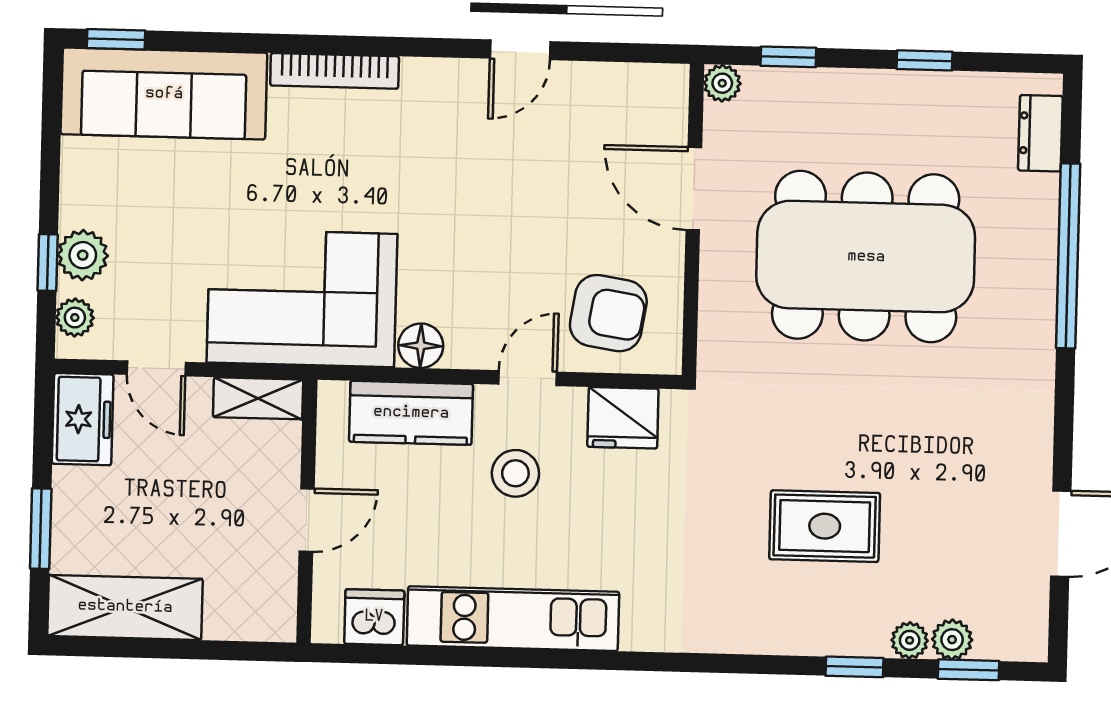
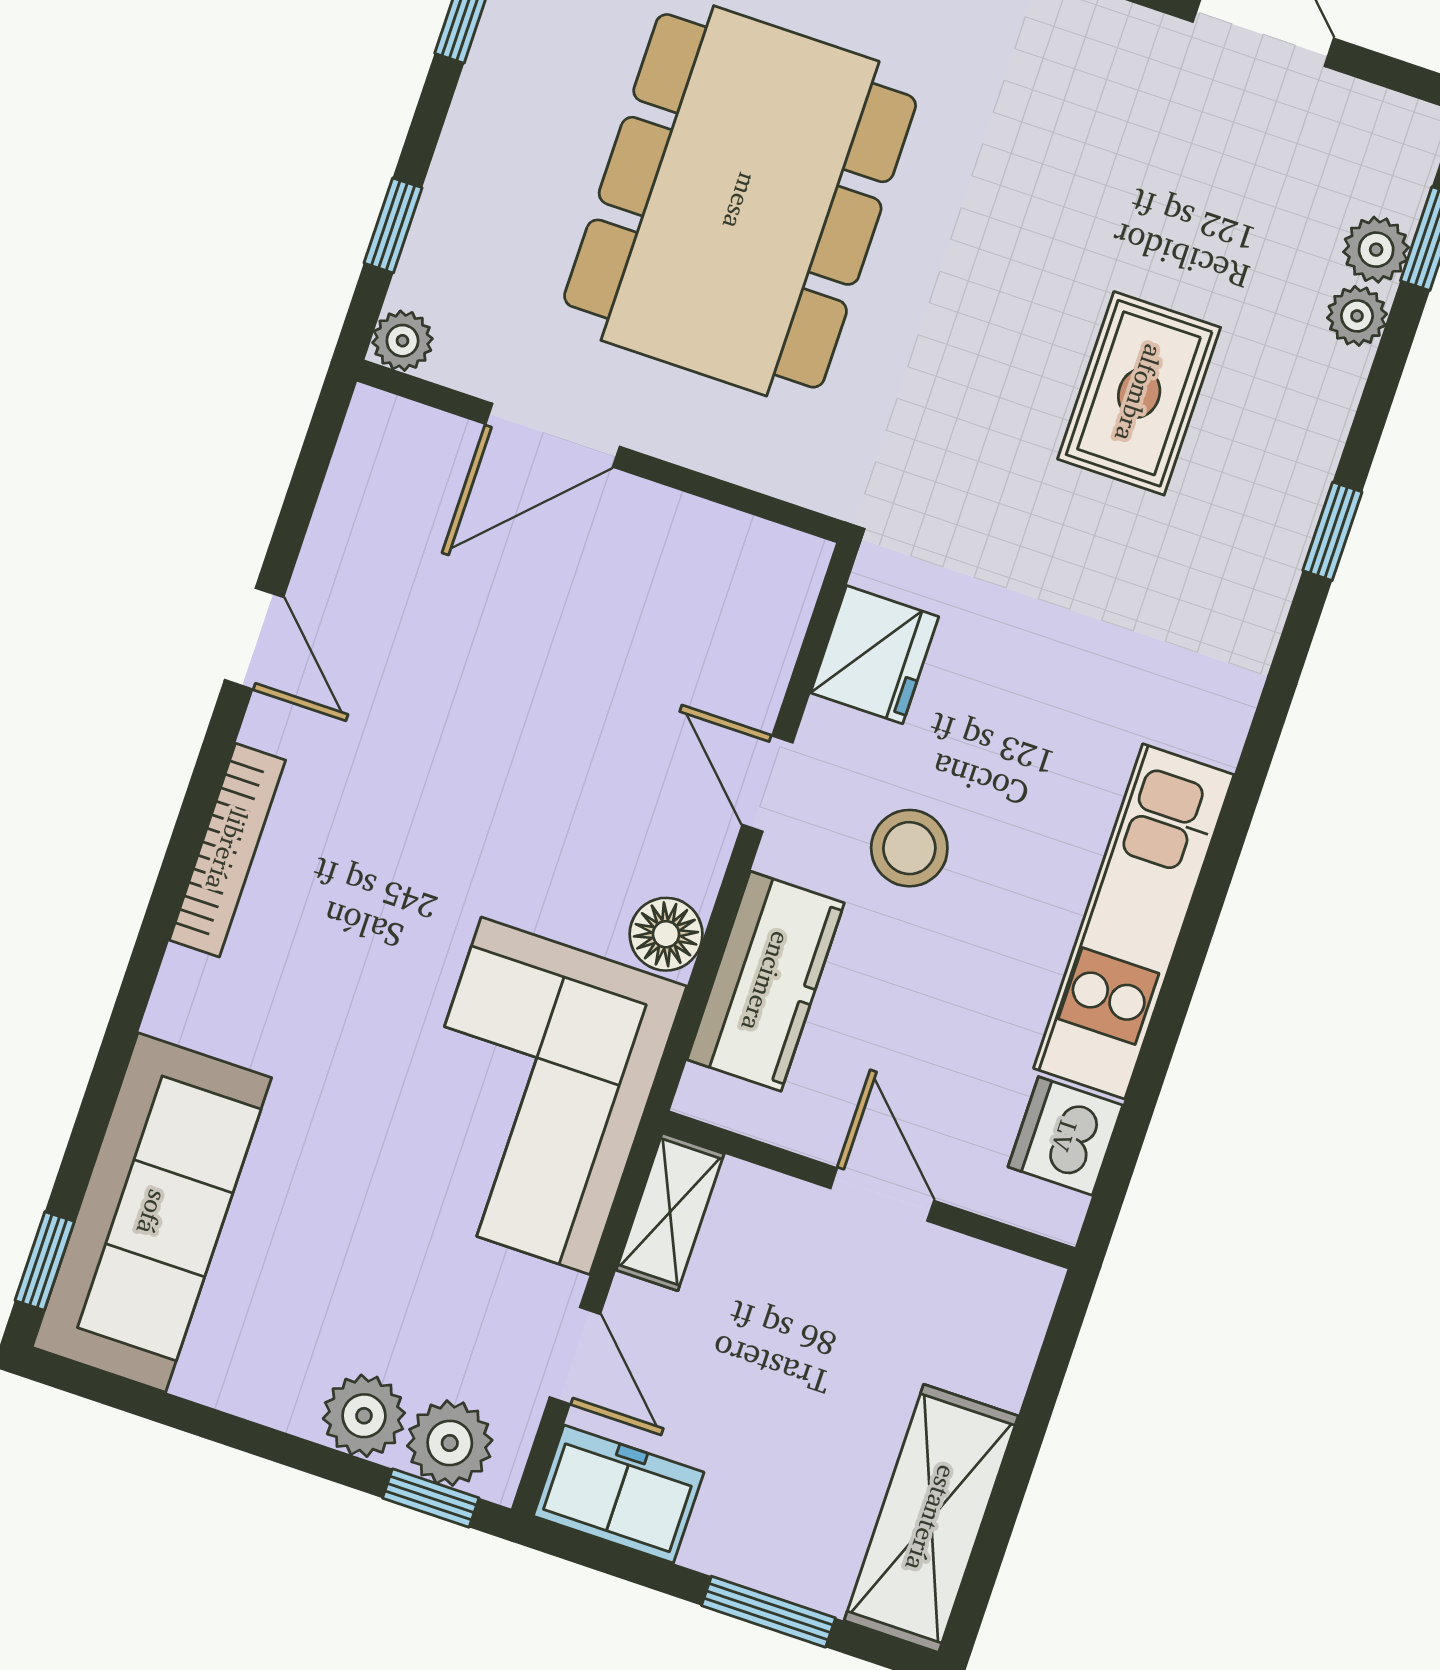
bookcase: (335, 71) -> (227, 850), moved
window: (48, 263) -> (431, 1498), moved
armchair: (608, 313) -> (705, 627), removed
plant: (75, 318) -> (450, 1443), width x1.38, depth x1.38
door: (156, 368) -> (575, 1356), hinge flipped
window: (854, 667) -> (1332, 531), moved

